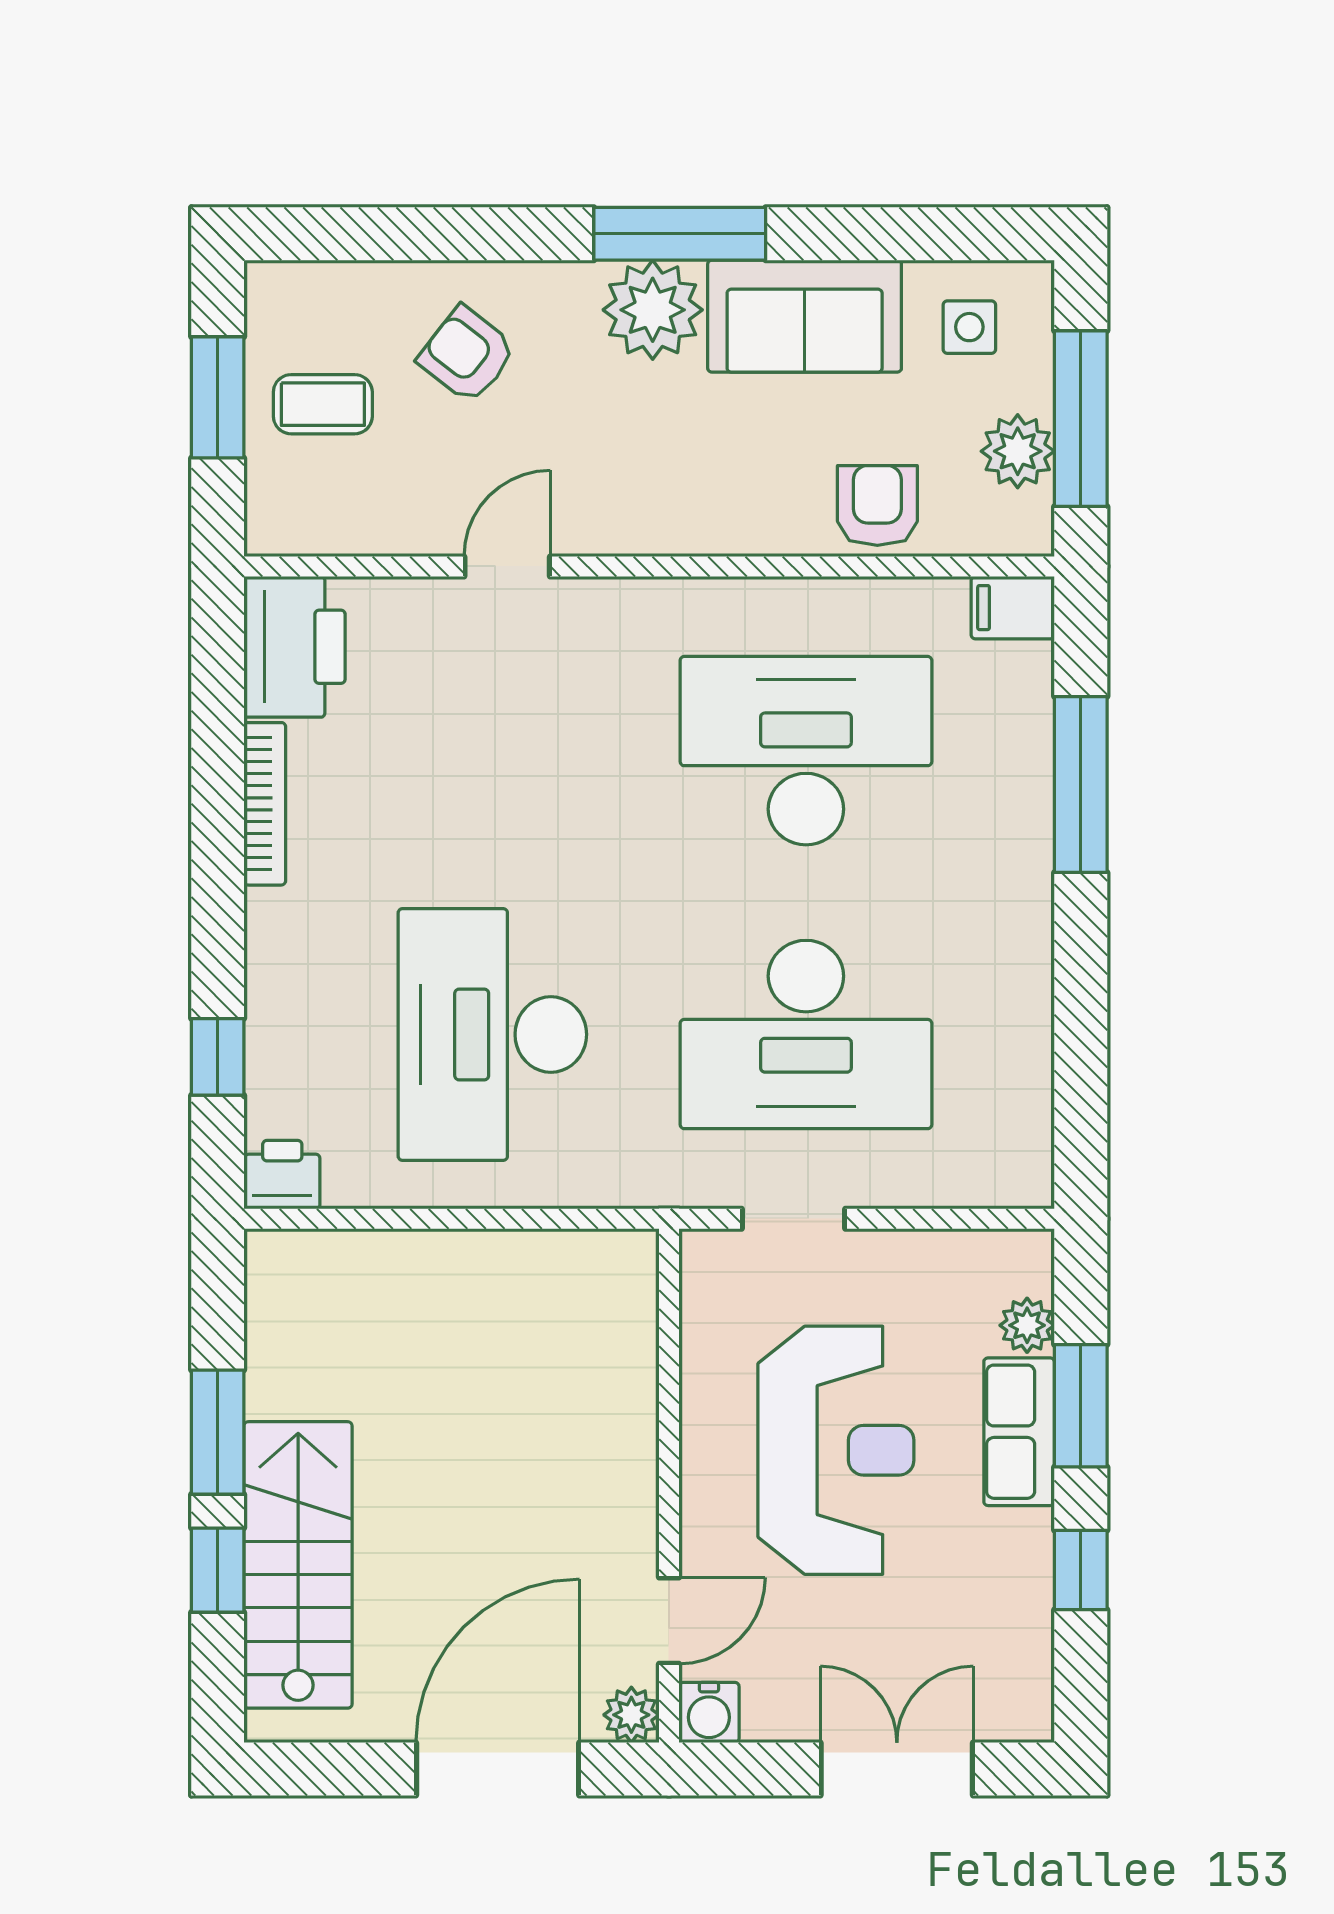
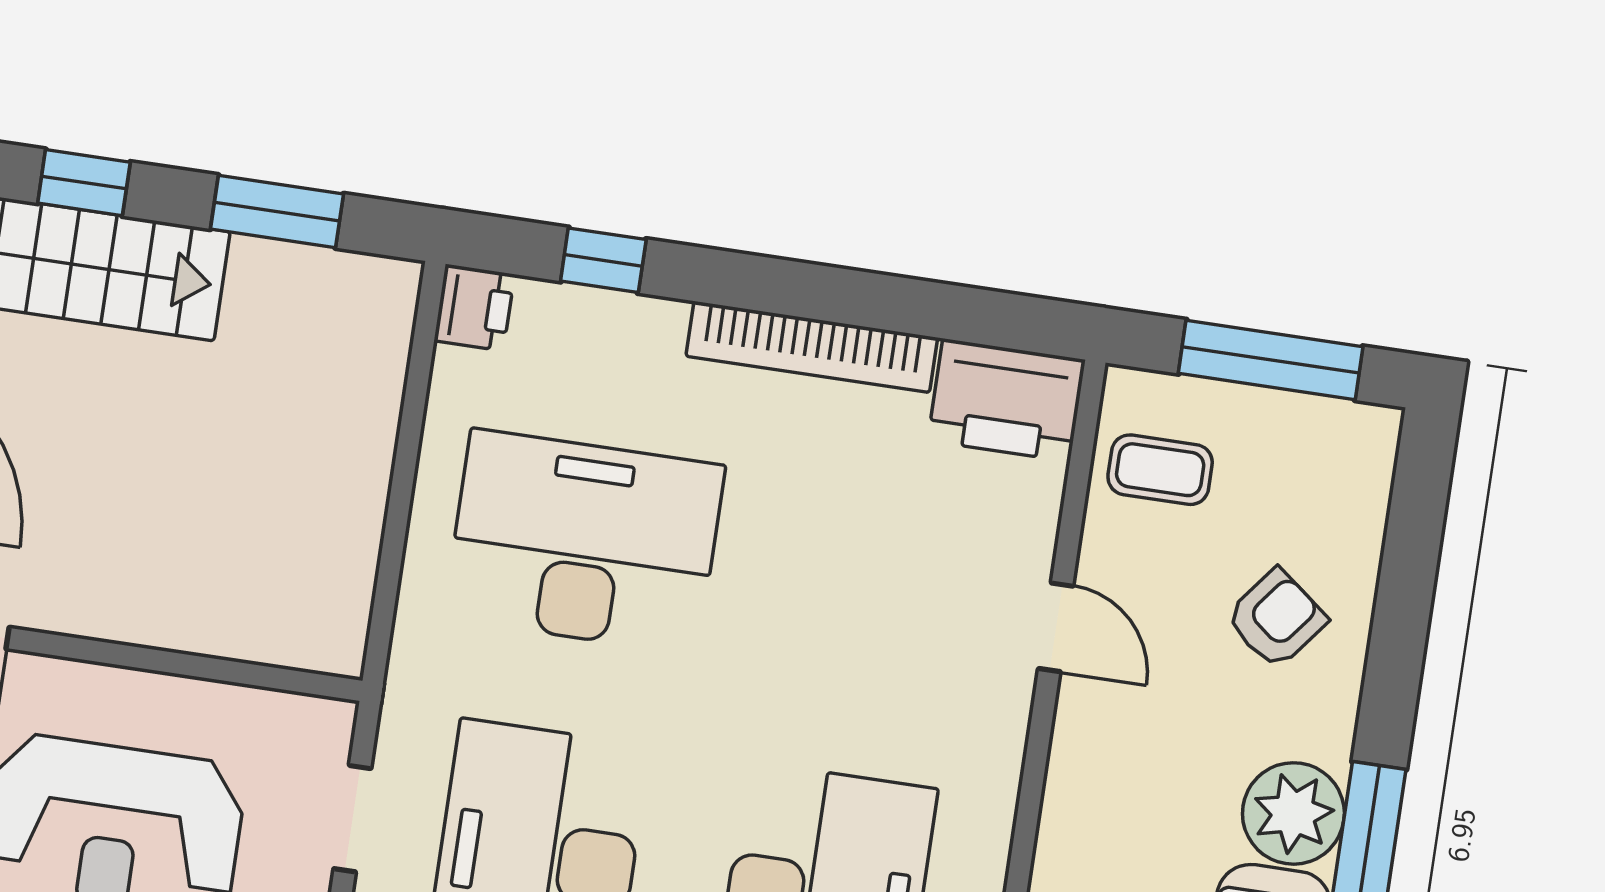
window: (218, 397) -> (1271, 360), width x1.44
coffee table: (323, 404) -> (1160, 470), moved, turned 90
bookcase: (265, 804) -> (812, 347), width x1.48, depth x1.31
window: (218, 1432) -> (277, 211), moved

